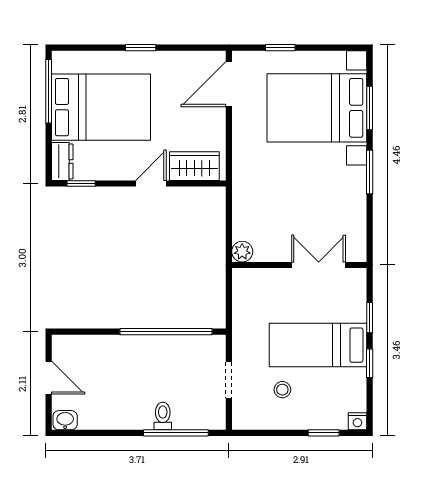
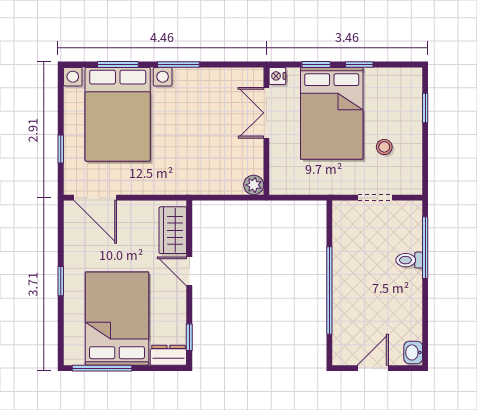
window: (166, 332) -> (329, 290), moved
bed: (318, 345) -> (332, 113), width x1.50
nightstand: (357, 421) -> (277, 76), moved, turned 180

